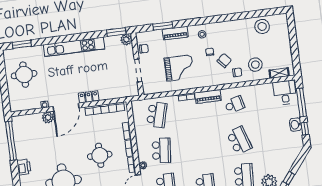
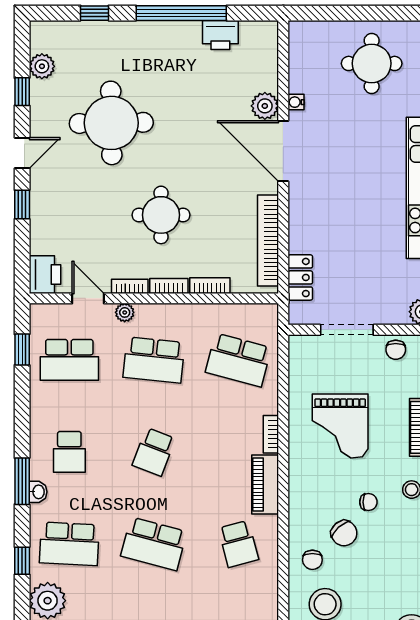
locker: (89, 97) -> (300, 277), moved
school desk: (239, 140) -> (154, 544), turned 33
window: (11, 141) -> (181, 13), moved
school desk: (200, 145) -> (154, 452), added
printer: (24, 167) -> (220, 35), moved

